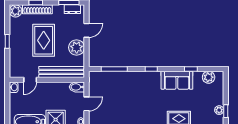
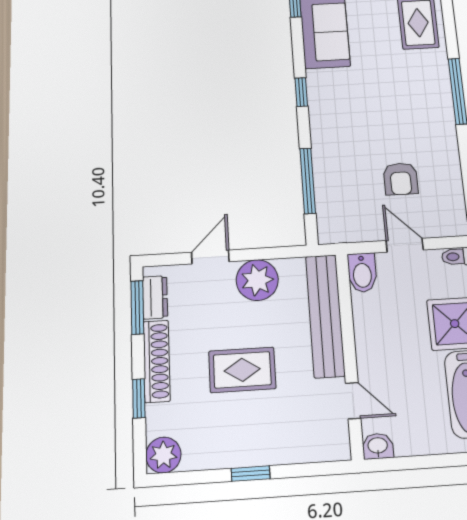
shoe rack: (37, 9) -> (157, 361), moved
door: (86, 30) -> (210, 257), hinge flipped
rug: (44, 40) -> (242, 370), width x0.73, depth x0.70
armchair: (113, 105) -> (401, 179), added

